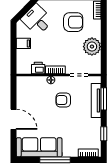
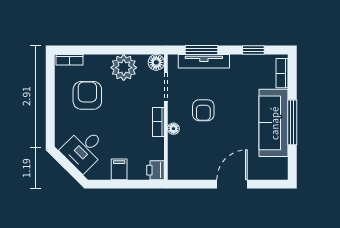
printer: (38, 68) -> (155, 170), moved
floor lamp: (95, 68) -> (156, 62), added
sofa: (39, 147) -> (274, 123), moved

